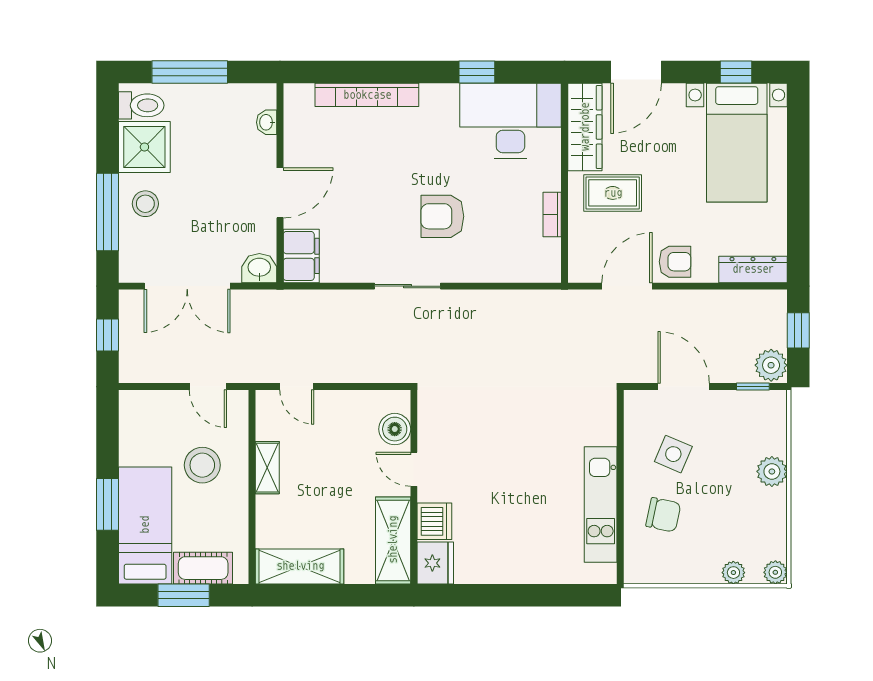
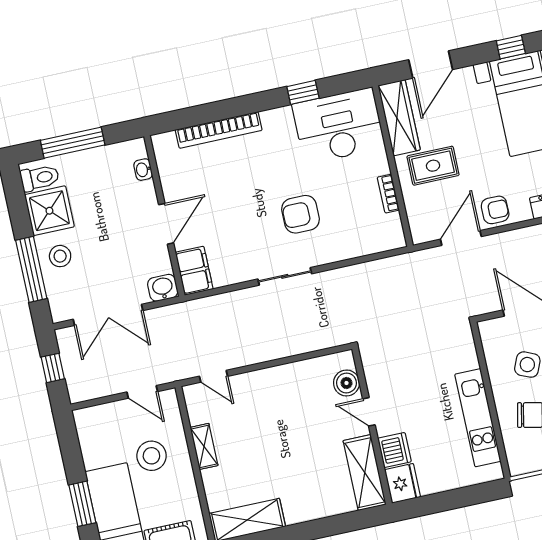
boiler: (395, 429) -> (346, 383), moved
door: (414, 469) -> (369, 412), moved
wall: (414, 487) -> (372, 426), moved
dishwasher: (434, 521) -> (394, 450), moved
shelving: (393, 540) -> (365, 473), moved
fridge: (435, 563) -> (402, 483), moved

